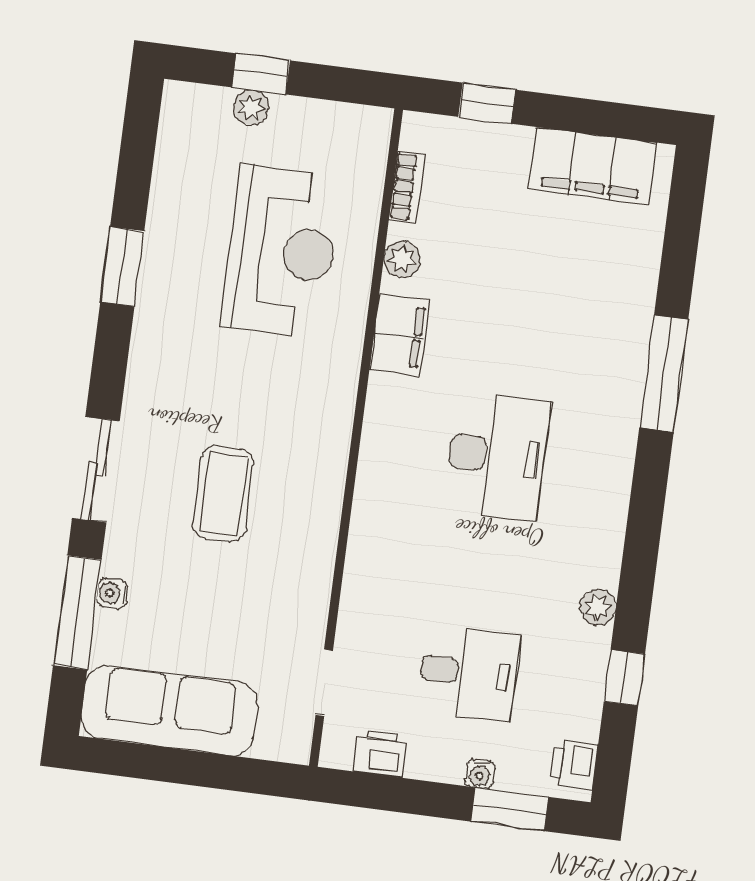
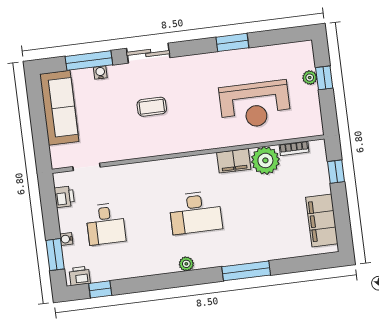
plant: (402, 259) -> (265, 160), width x1.87, depth x1.87
coffee table: (223, 494) -> (152, 107), width x0.73, depth x0.77
plant: (598, 607) -> (186, 264), moved
window: (624, 678) -> (100, 289), moved

